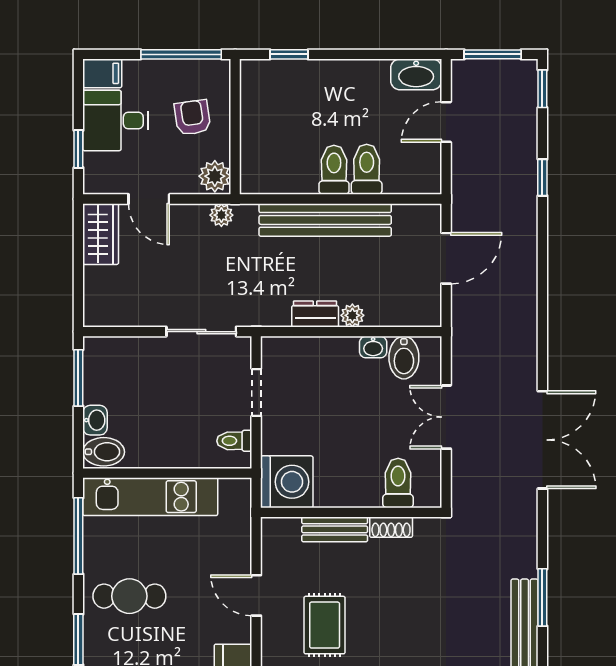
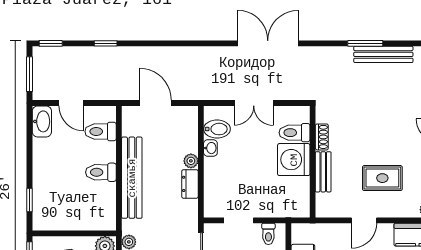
toilet: (367, 169) -> (101, 131), moved
washing machine: (287, 482) -> (294, 160), moved, turned -90

